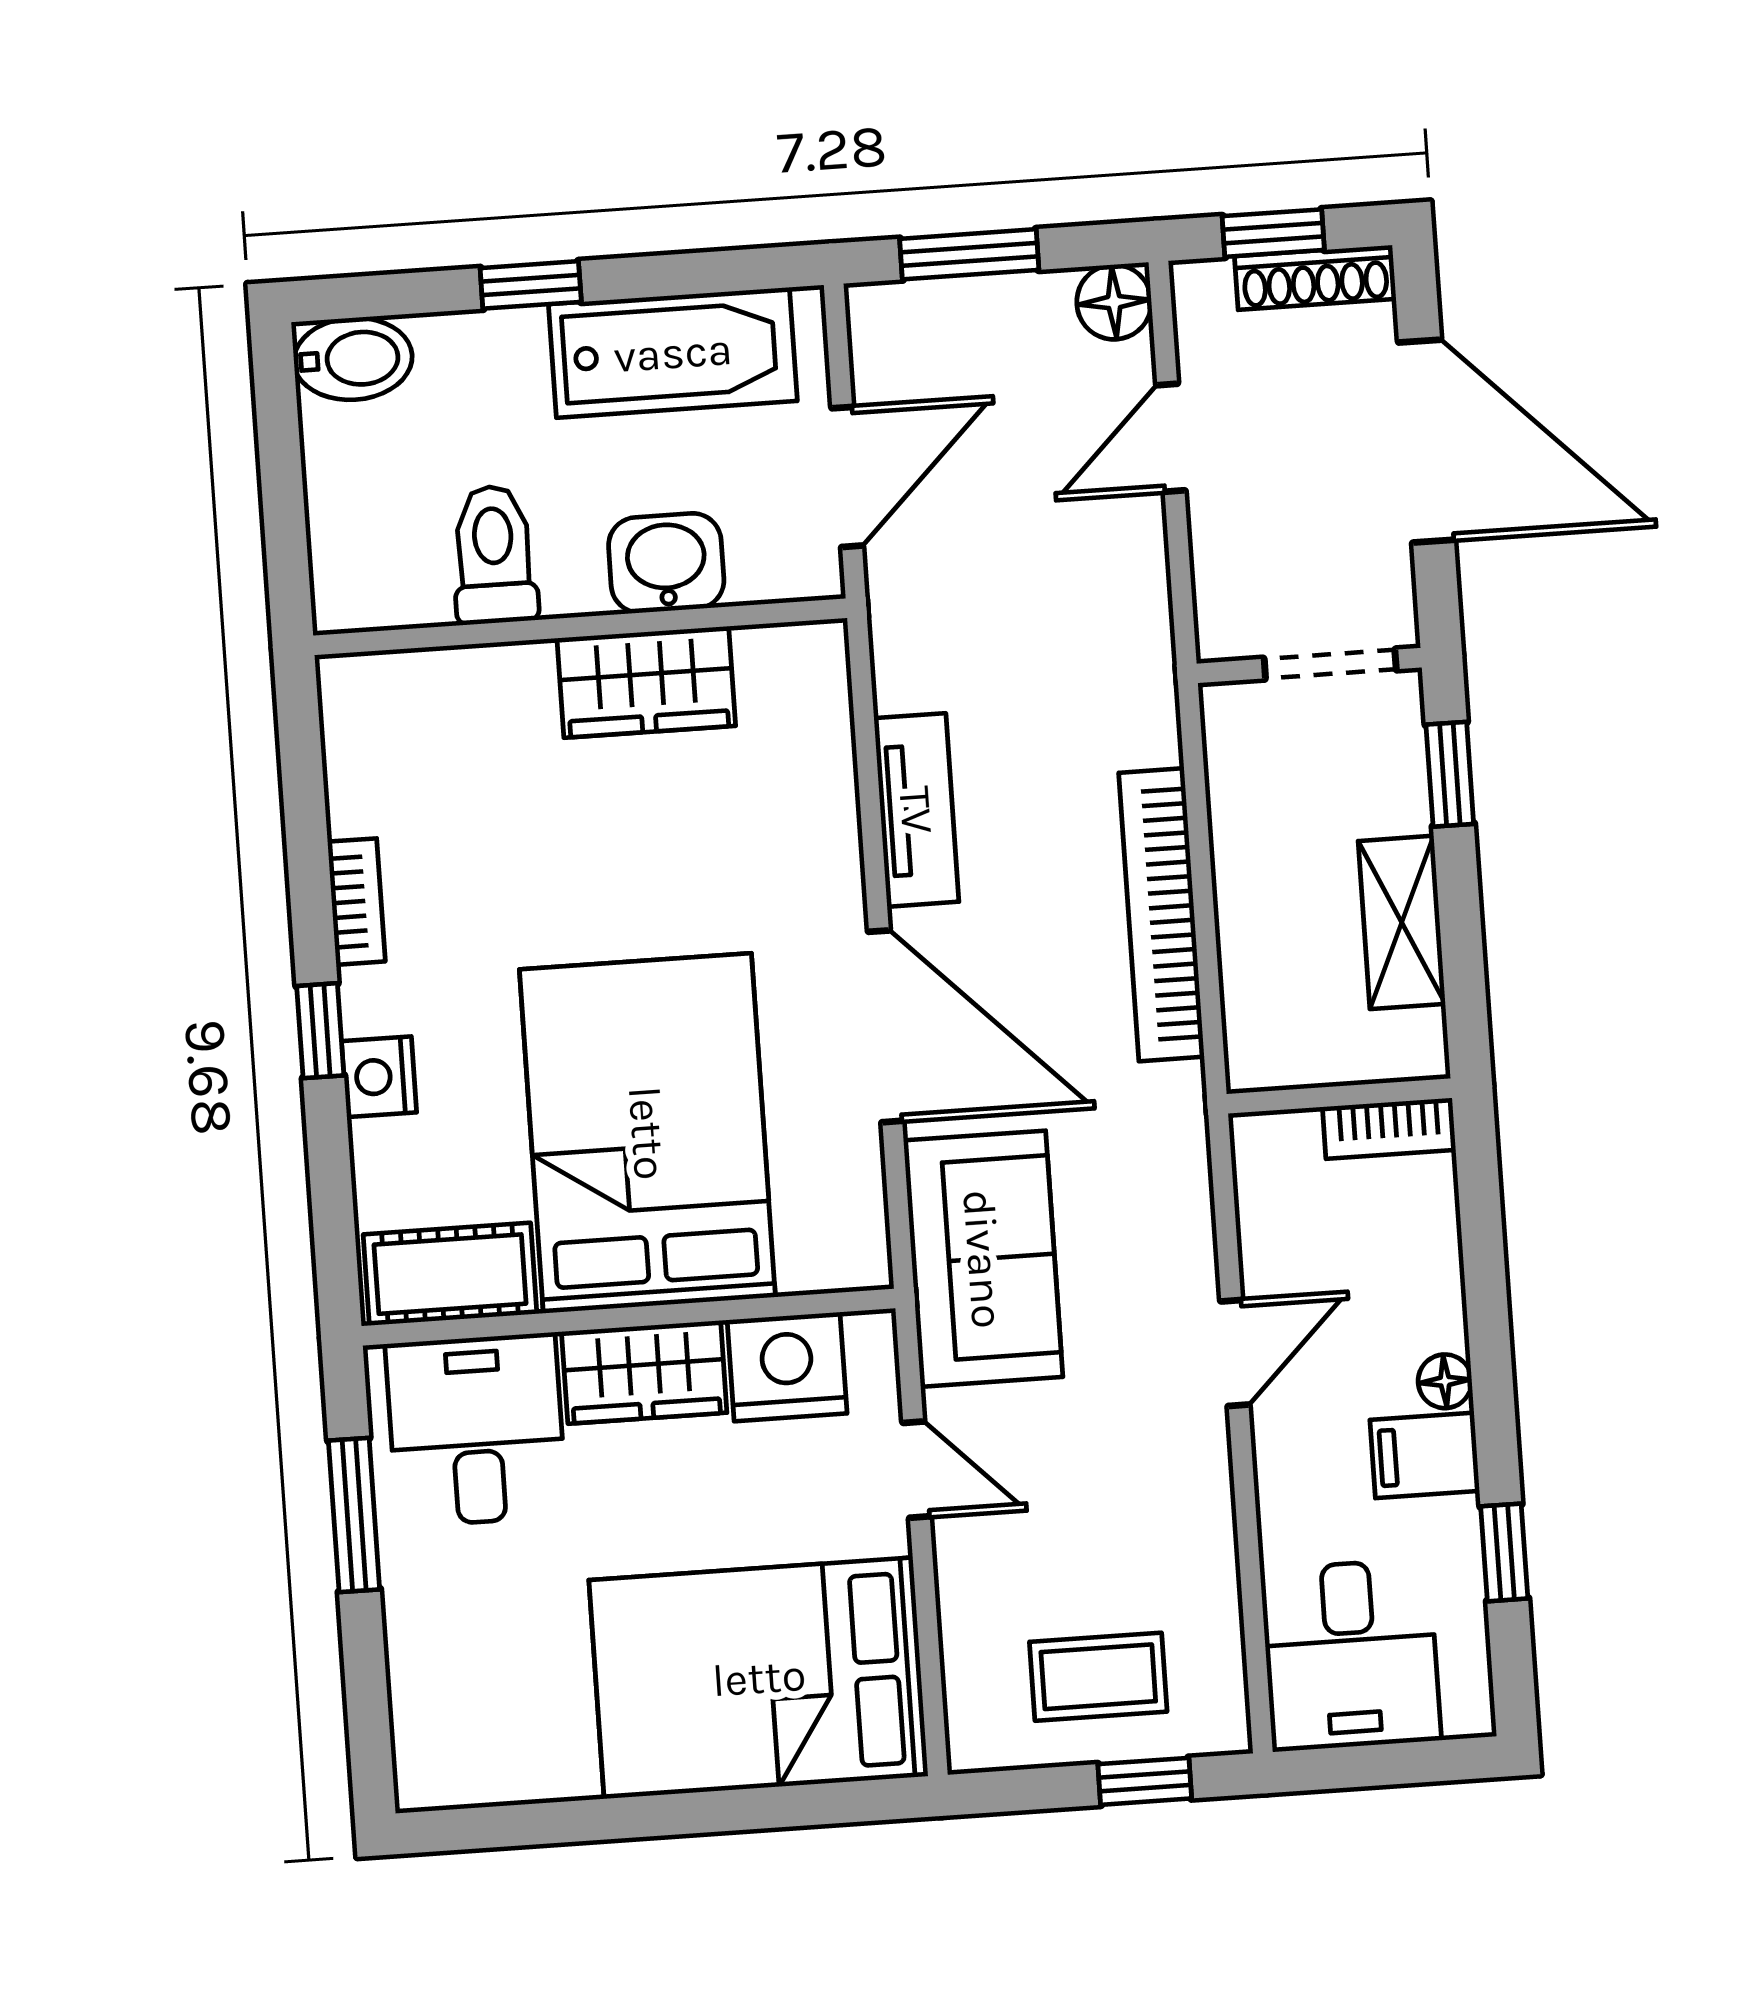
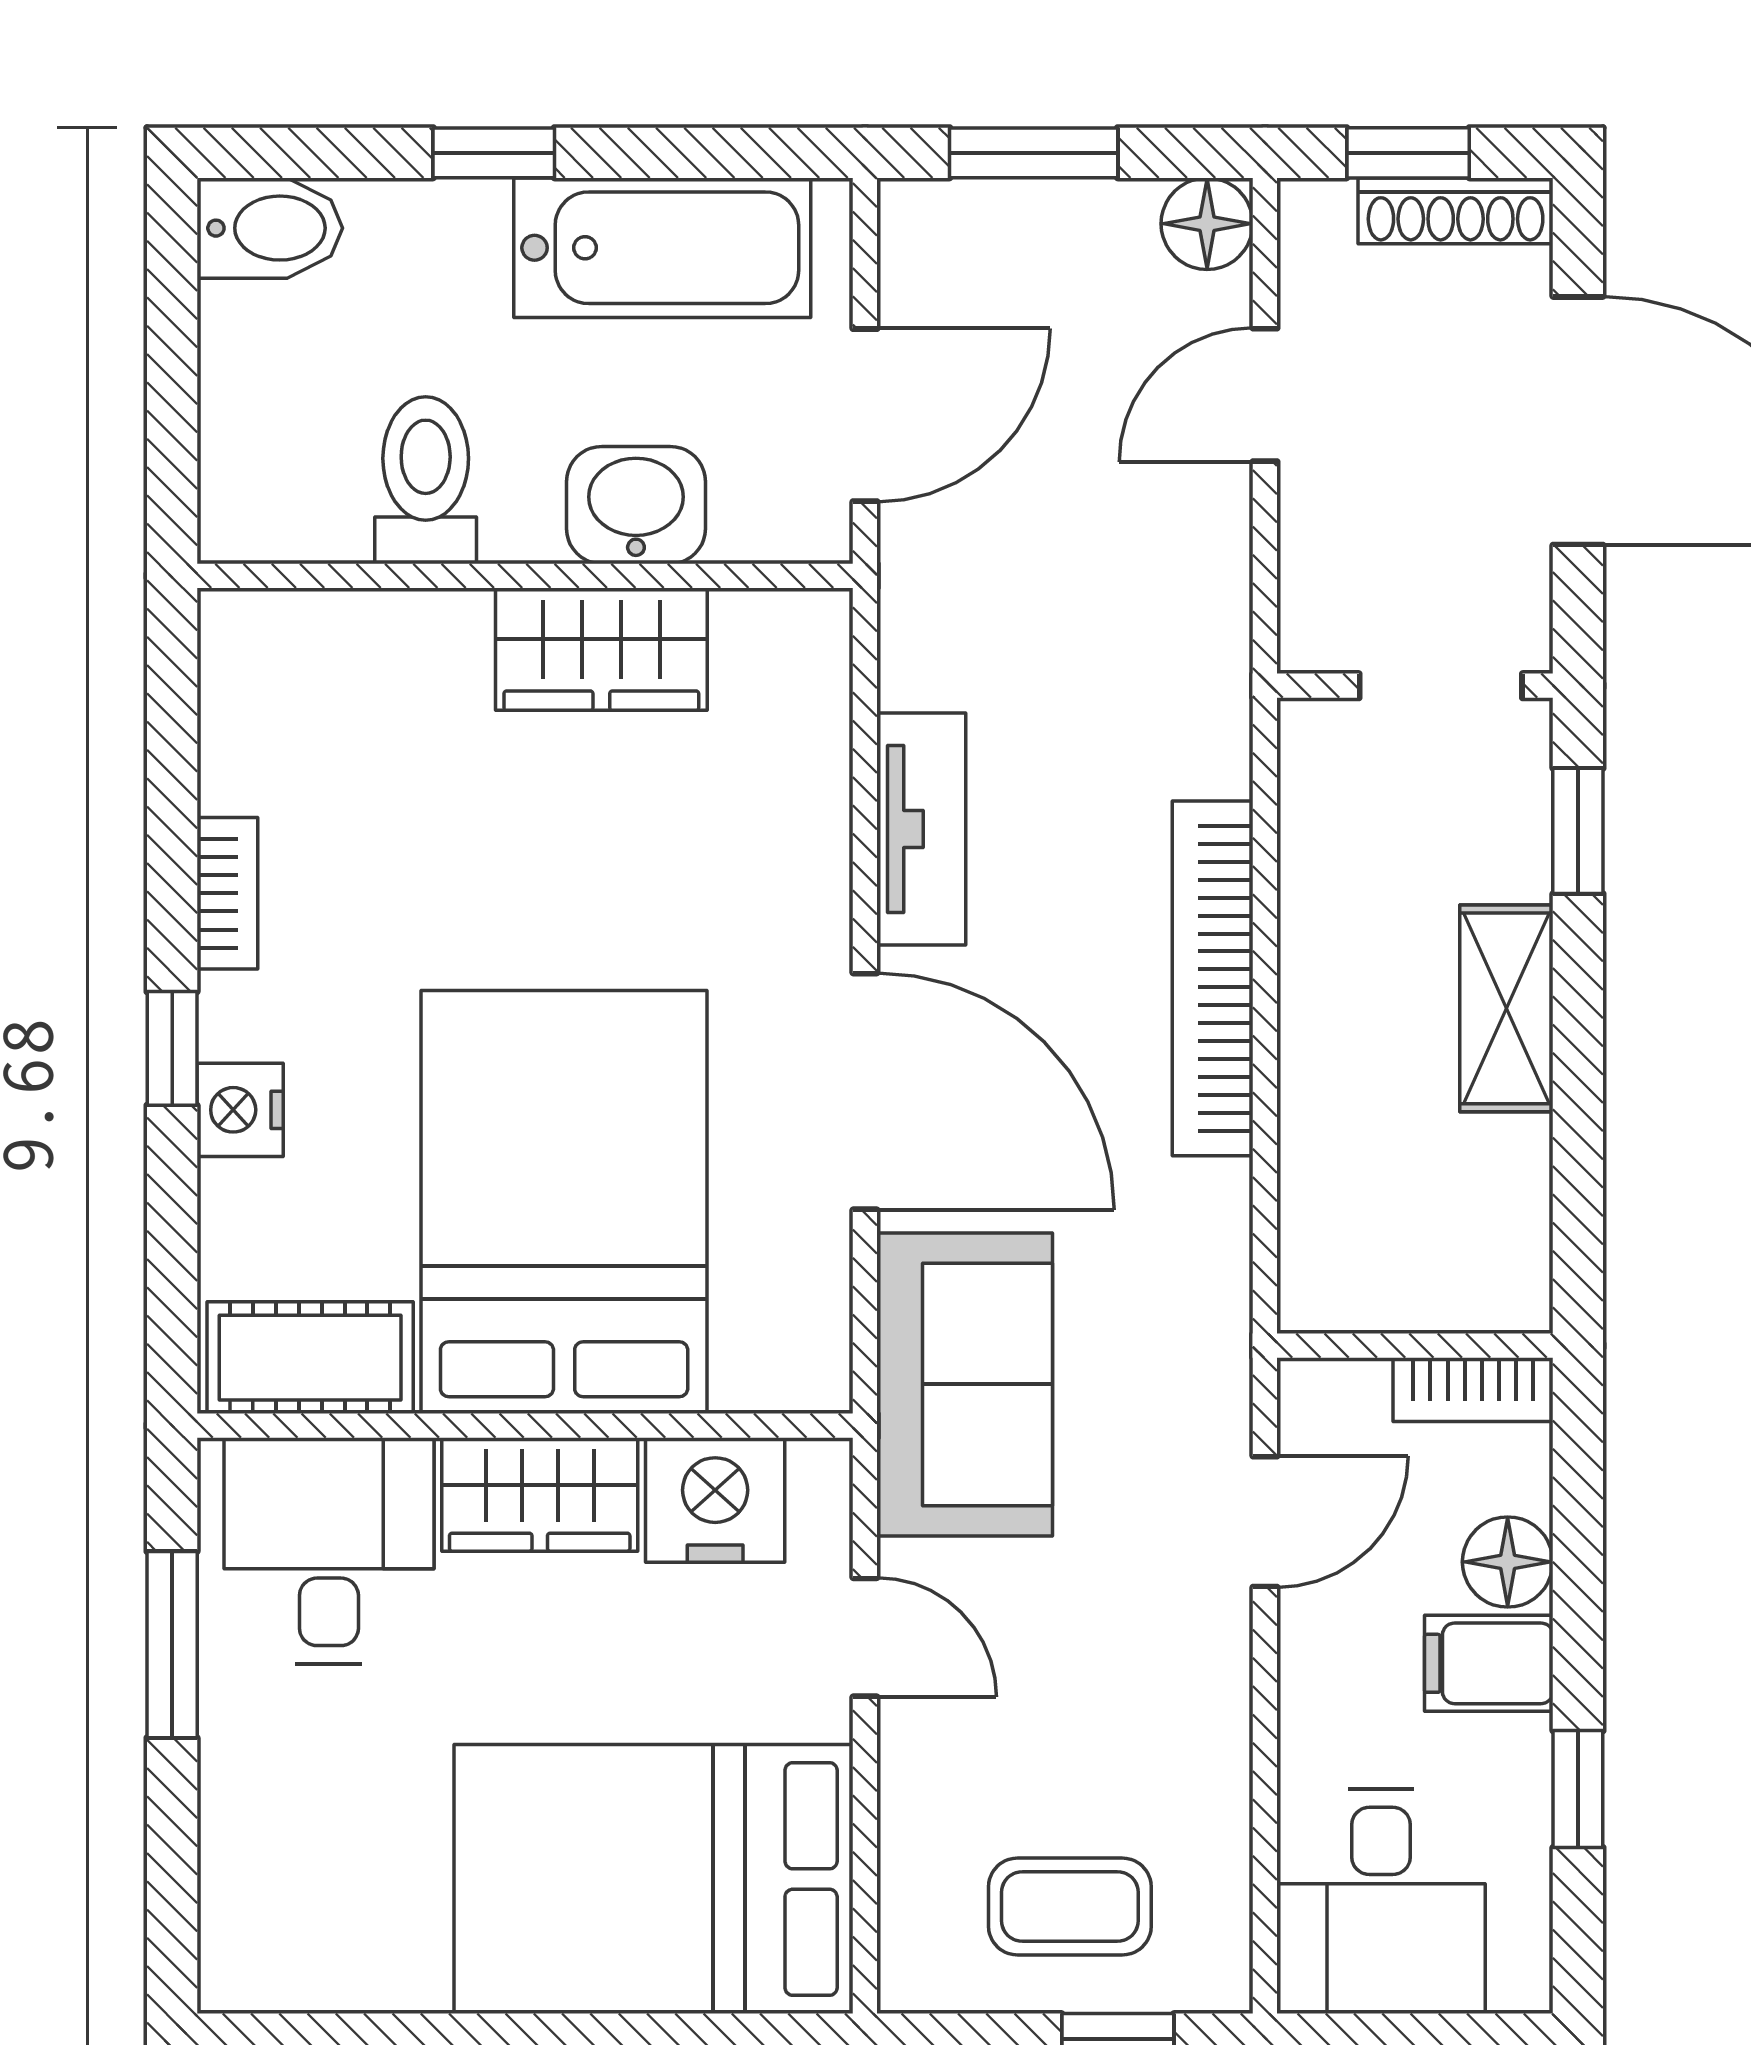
wall: (1339, 1096) -> (1415, 1346), moved
bookcase: (1389, 1128) -> (1473, 1390), moved
floor lamp: (1445, 1381) -> (1508, 1562), width x1.37, depth x1.37

